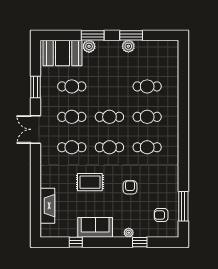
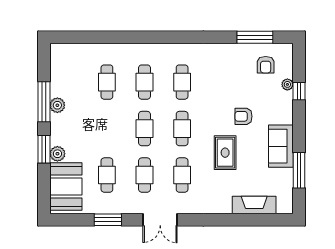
window: (131, 35) -> (44, 102), width x1.44
armchair: (130, 187) -> (244, 116), moved
plant: (129, 233) -> (287, 84), moved
window: (76, 242) -> (299, 170), width x2.17

